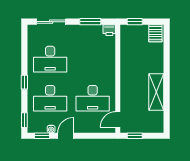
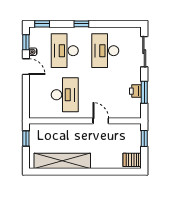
printer: (109, 30) -> (135, 91), moved
shelving: (156, 92) -> (62, 161), width x1.47
desk: (93, 98) -> (65, 95), turned 180
door: (118, 119) -> (101, 121), moved

